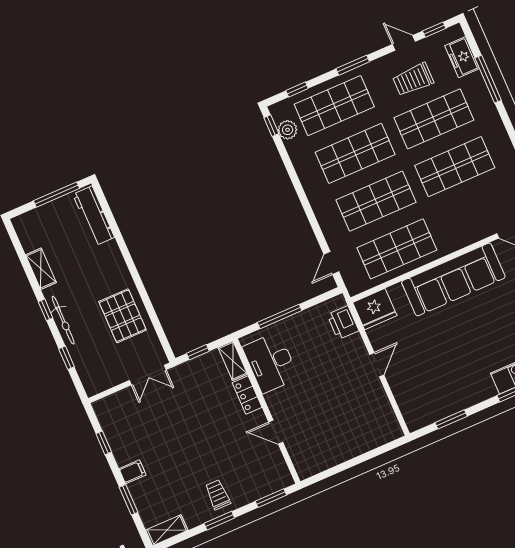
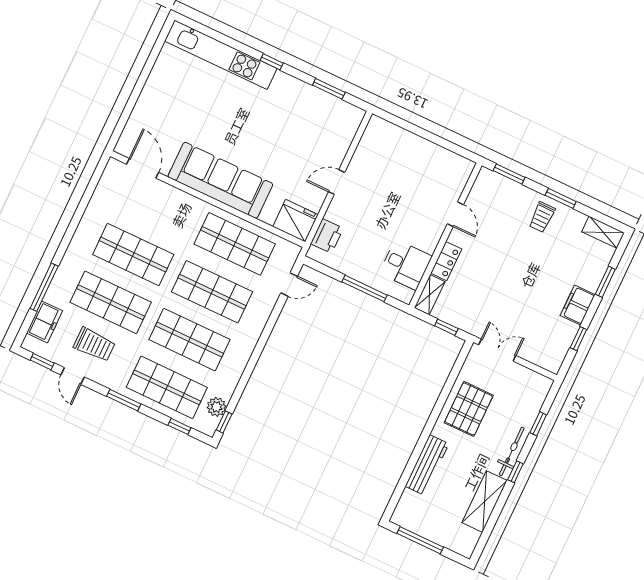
workbench: (94, 216) -> (427, 465), moved
shelving: (41, 269) -> (485, 502), width x1.50, depth x1.33
desk: (271, 362) -> (406, 265), width x0.73
filing cabinet: (132, 472) -> (578, 305), width x2.00

